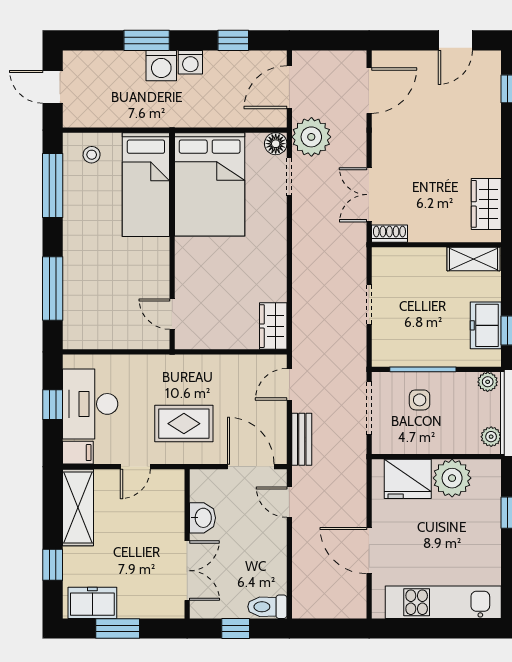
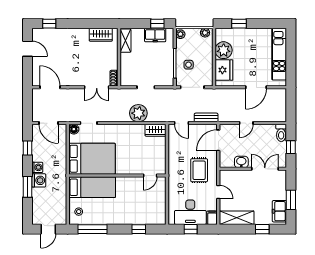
plant: (311, 137) -> (138, 113), moved
window: (53, 289) -> (139, 229), width x0.46
door: (289, 502) -> (246, 123), moved

